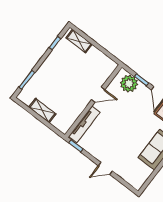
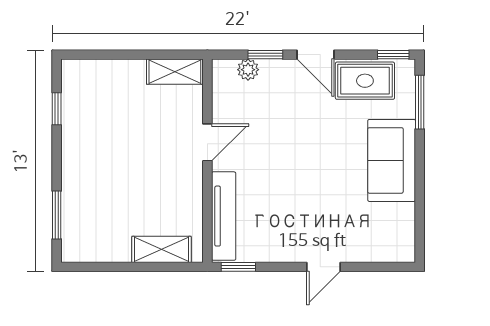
shelving: (79, 41) -> (175, 72), moved
plant: (129, 84) -> (248, 70), width x0.53, depth x0.53
shelving: (42, 111) -> (161, 249), moved

